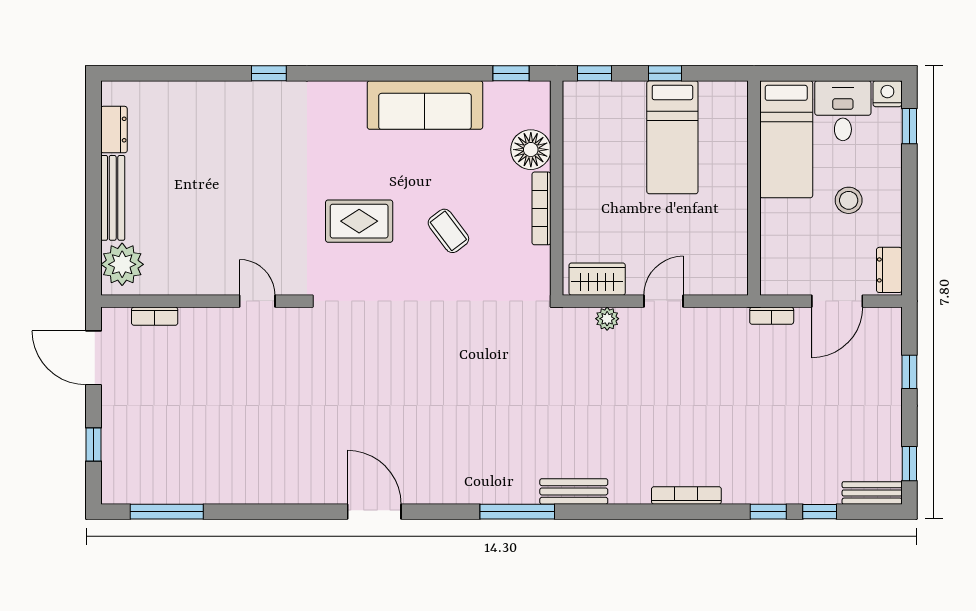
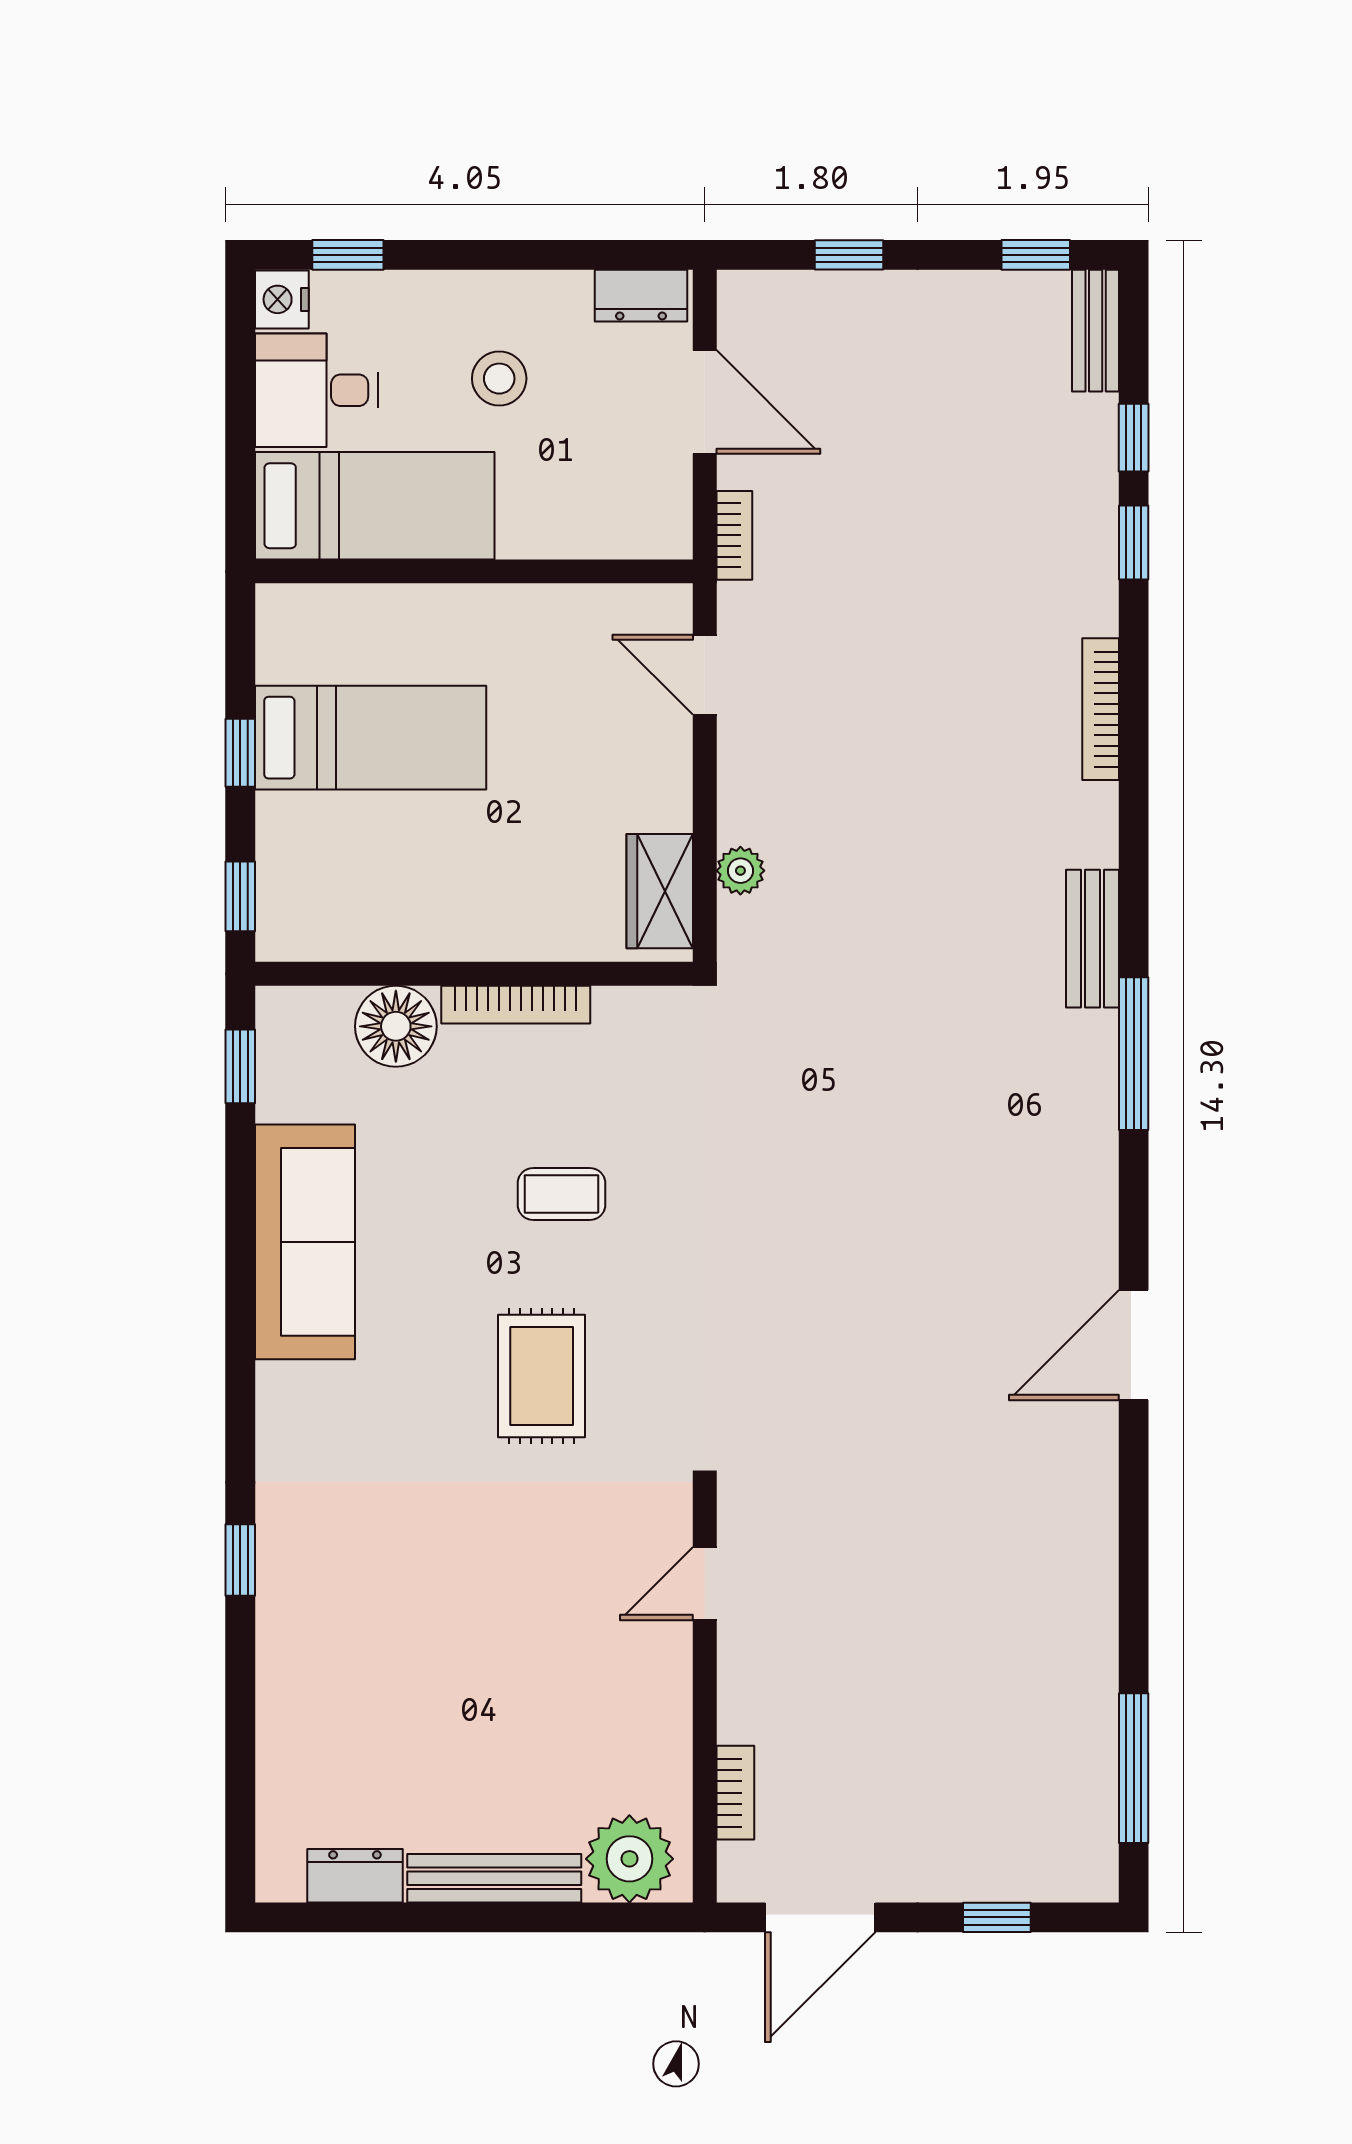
coffee table: (448, 231) -> (561, 1194), turned 37
door: (664, 301) -> (705, 675), moved

